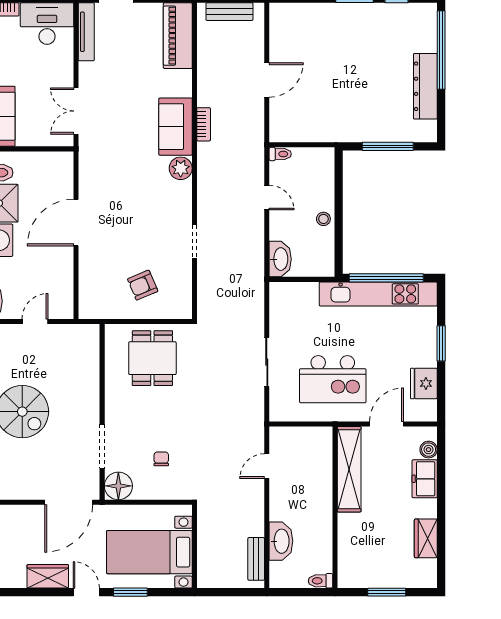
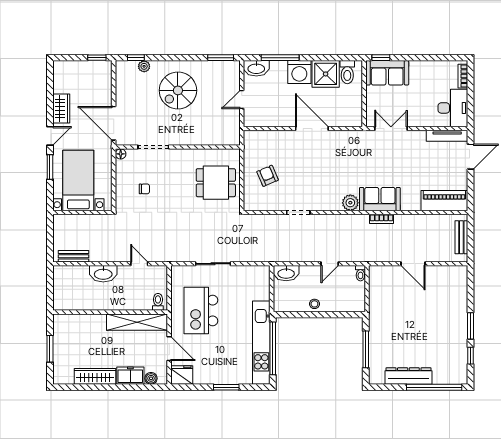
door: (35, 322) -> (242, 99), swing flipped
fridge: (424, 383) -> (182, 375), moved
floor lamp: (118, 486) -> (121, 154), width x0.53, depth x0.53
wardrobe: (426, 538) -> (95, 376), width x1.50
washbasin: (281, 541) -> (103, 274), moved
toilet: (321, 581) -> (158, 302), moved

